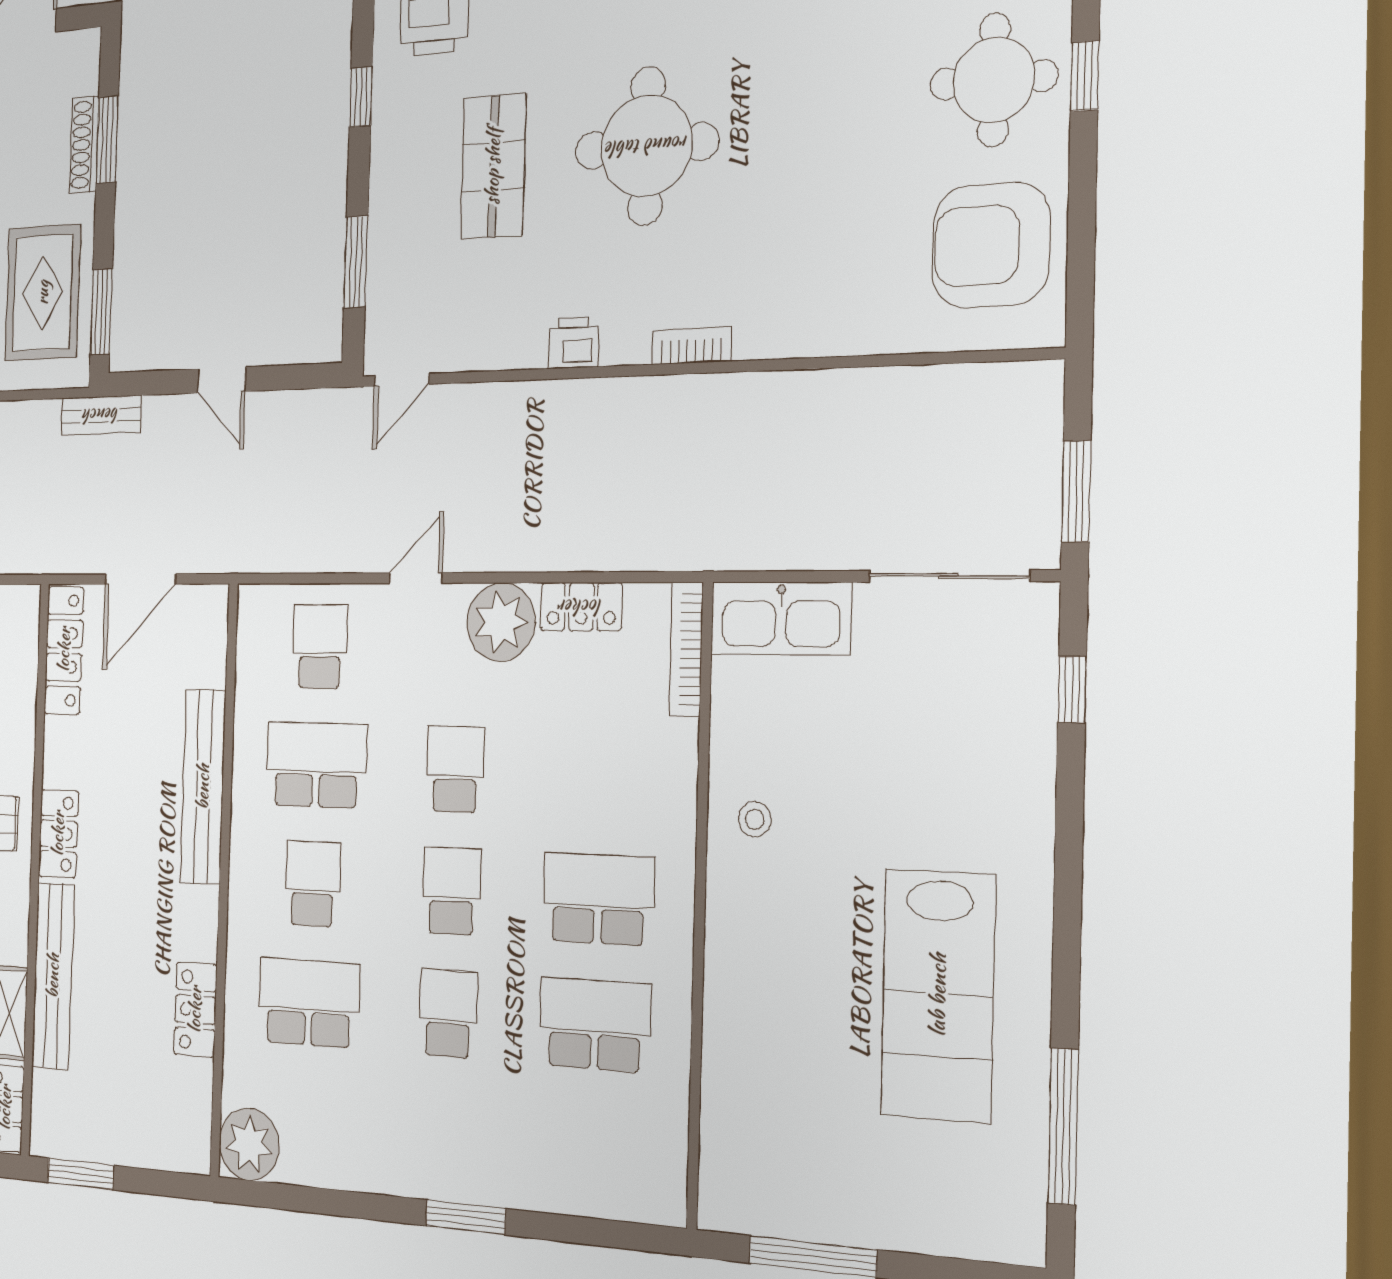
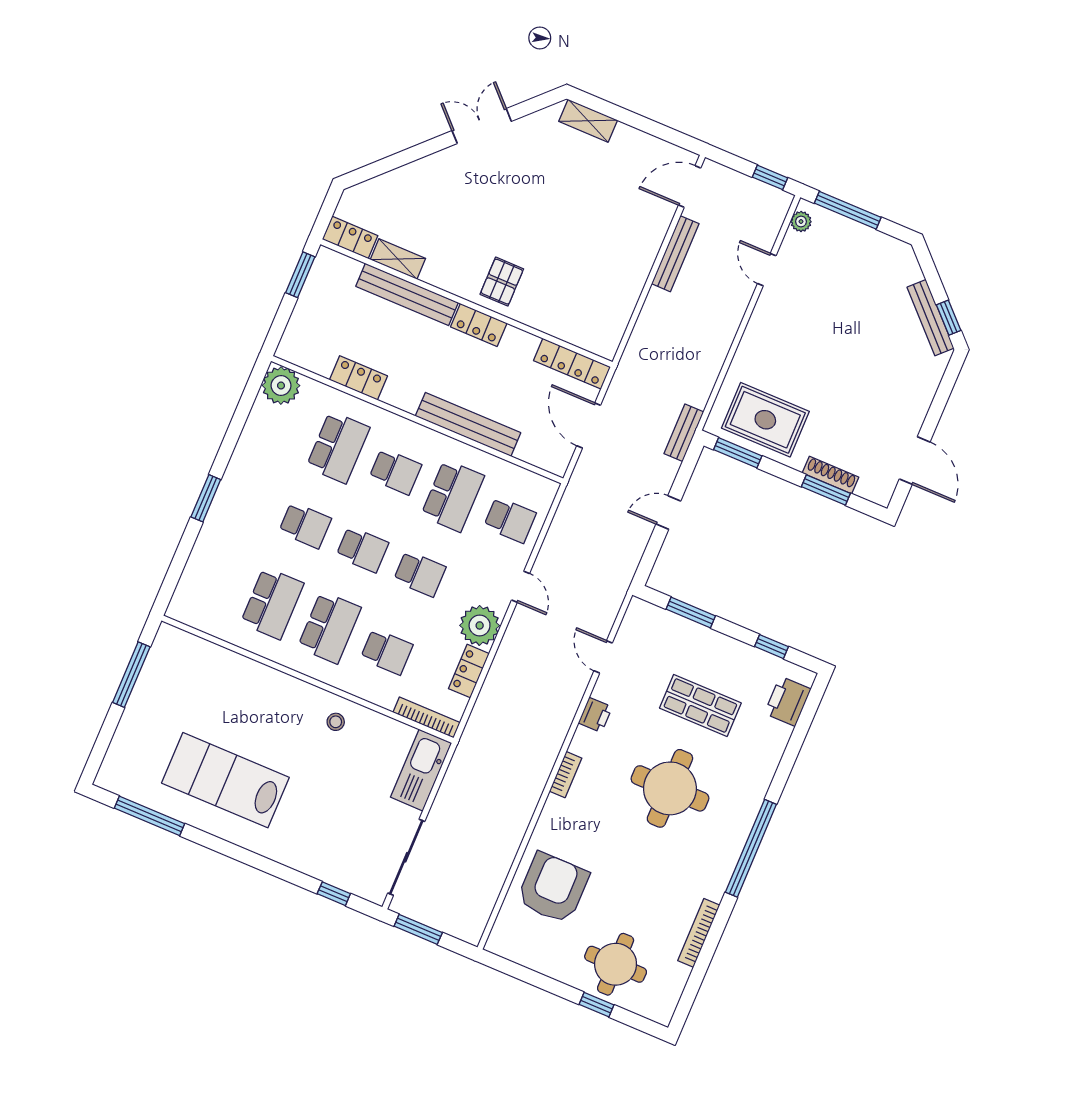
armchair: (991, 245) -> (553, 888), moved
door: (402, 380) -> (603, 657), moved
school desk: (602, 774) -> (387, 652), added

